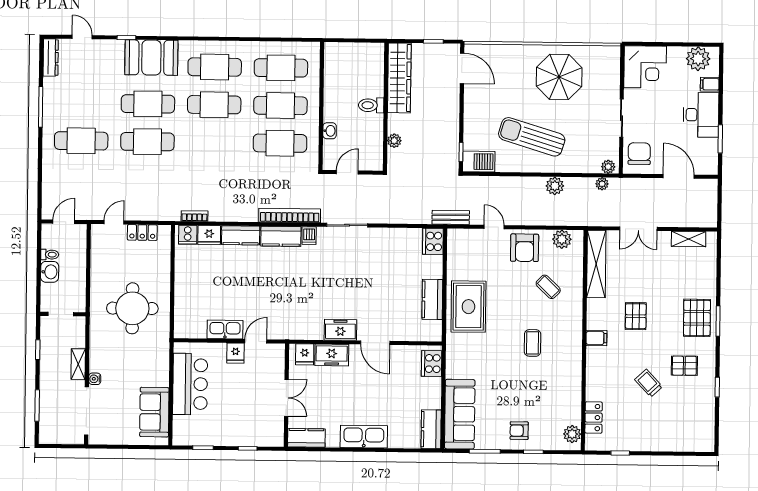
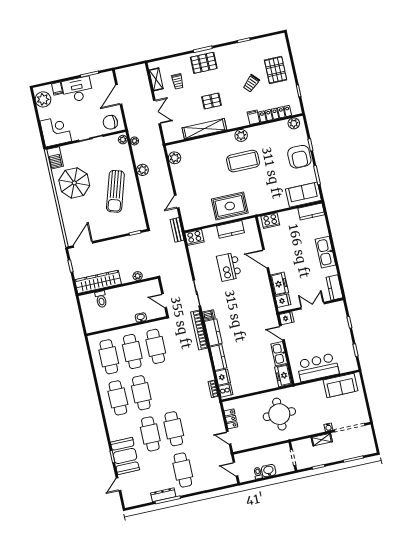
dresser: (51, 57) -> (163, 495), moved
booth: (151, 58) -> (125, 456), moved
toilet: (371, 105) -> (101, 299), moved
barbecue: (479, 162) -> (55, 158), moved, turned 180
armchair: (525, 248) -> (185, 180), removed
shelving: (596, 264) -> (204, 129), moved
trolley: (678, 271) -> (178, 81), added
kitchen island: (376, 284) -> (229, 267), added
coffee table: (548, 287) -> (206, 159), removed
freezer: (340, 330) -> (283, 376), moved
filing cabinet: (596, 338) -> (253, 117), moved
door: (375, 343) -> (266, 259), swing flipped
coffee table: (533, 343) -> (243, 161), width x1.86, depth x1.72
plant: (572, 349) -> (241, 135), added
fridge: (236, 353) -> (287, 318), moved
pallet: (684, 366) -> (276, 70), moved, width x1.50, depth x1.42
sofa: (460, 414) -> (303, 195), width x0.73
locker: (594, 418) -> (275, 114), width x1.53
armchair: (519, 431) -> (299, 157), width x1.88, depth x1.88

